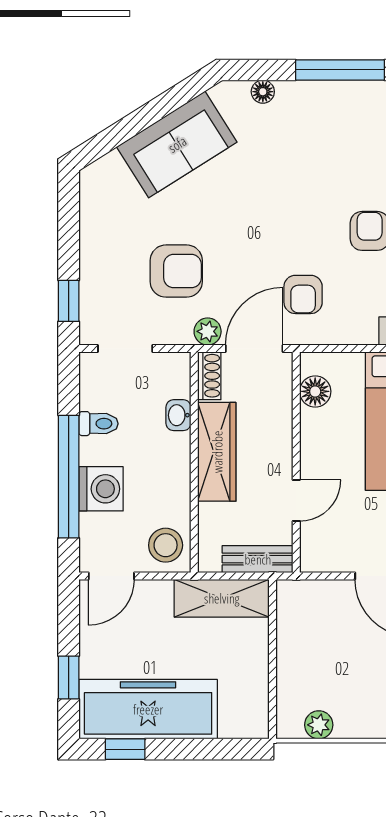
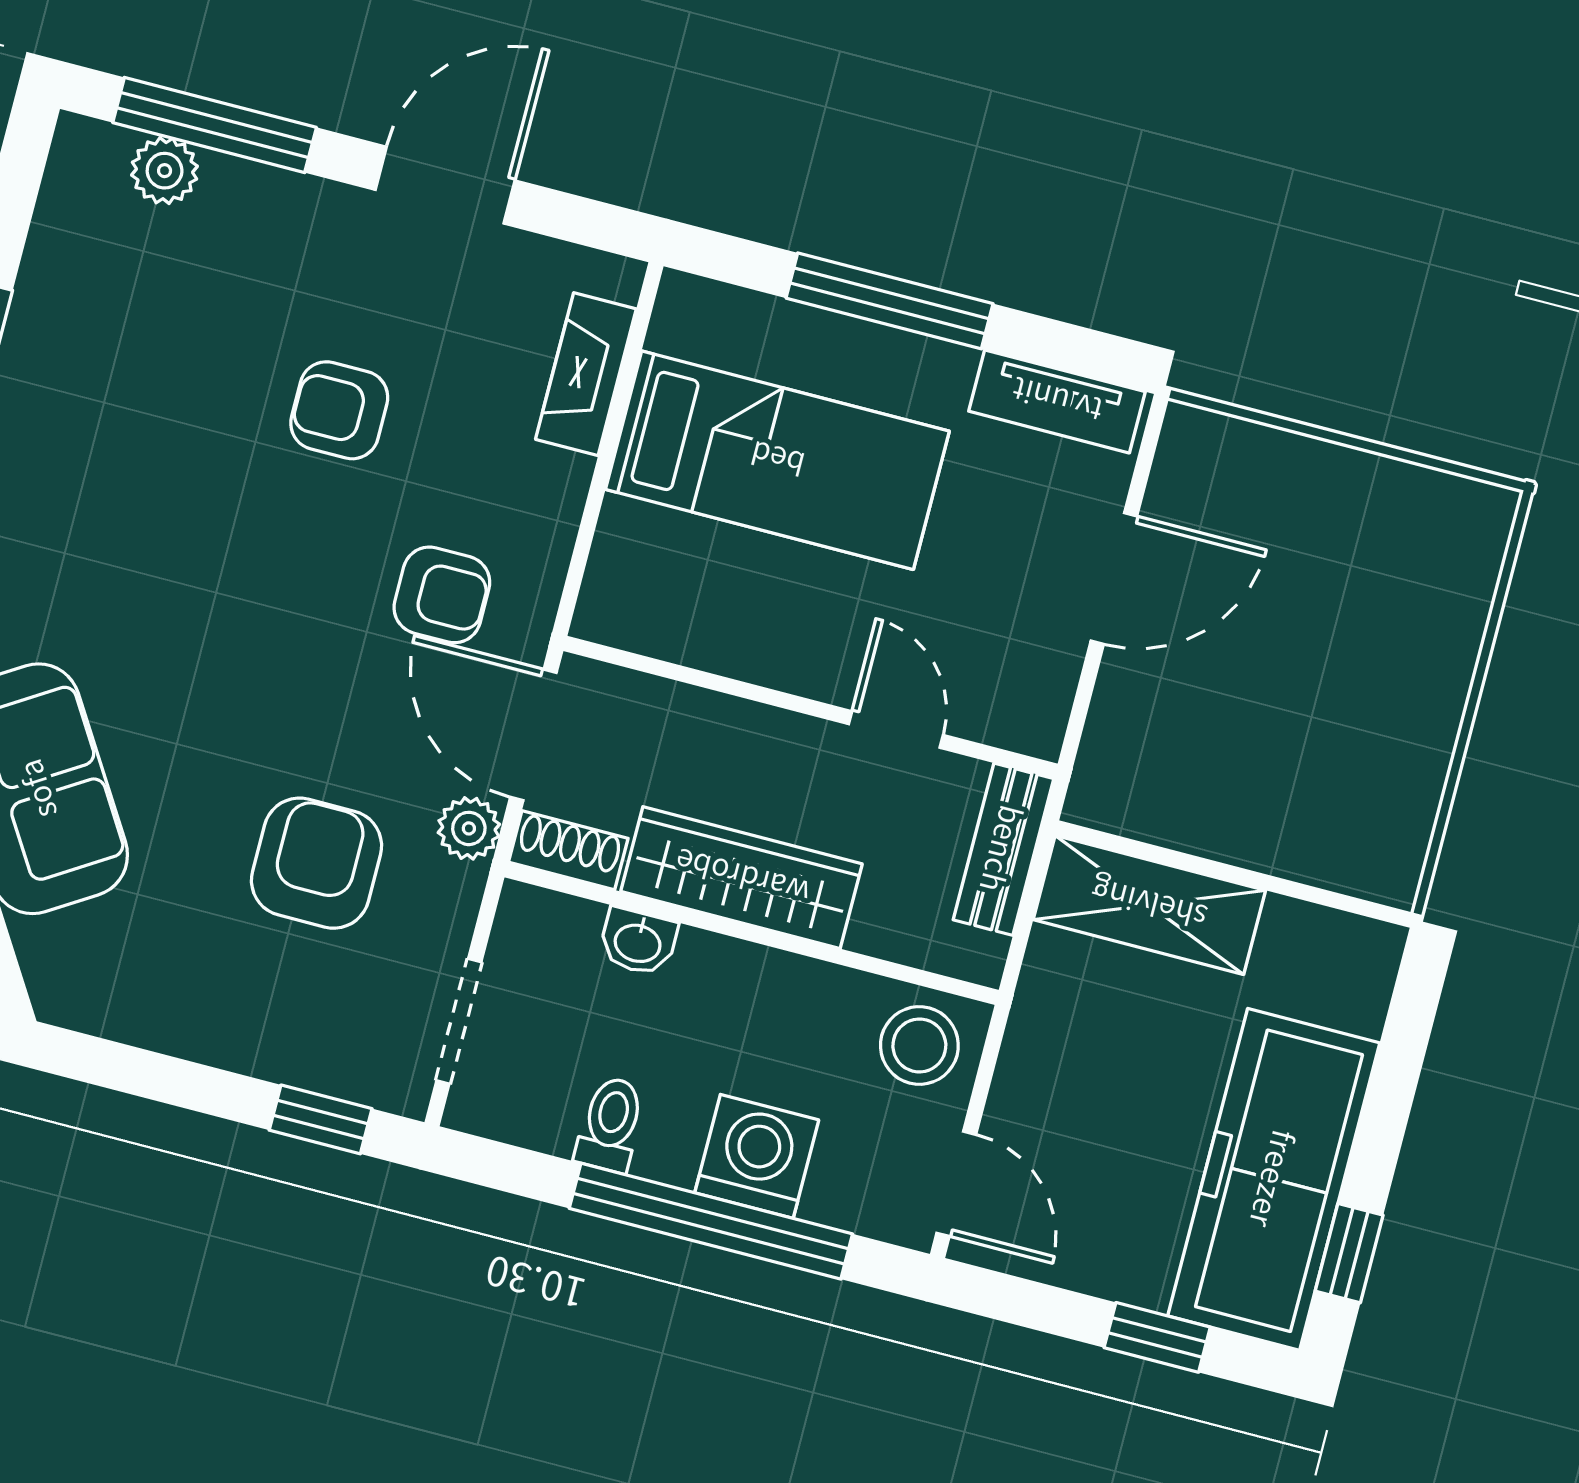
floor lamp: (315, 391) -> (665, 624), removed
shelving: (222, 598) -> (1149, 905), moved, turned 90
plant: (319, 725) -> (1407, 809), removed

